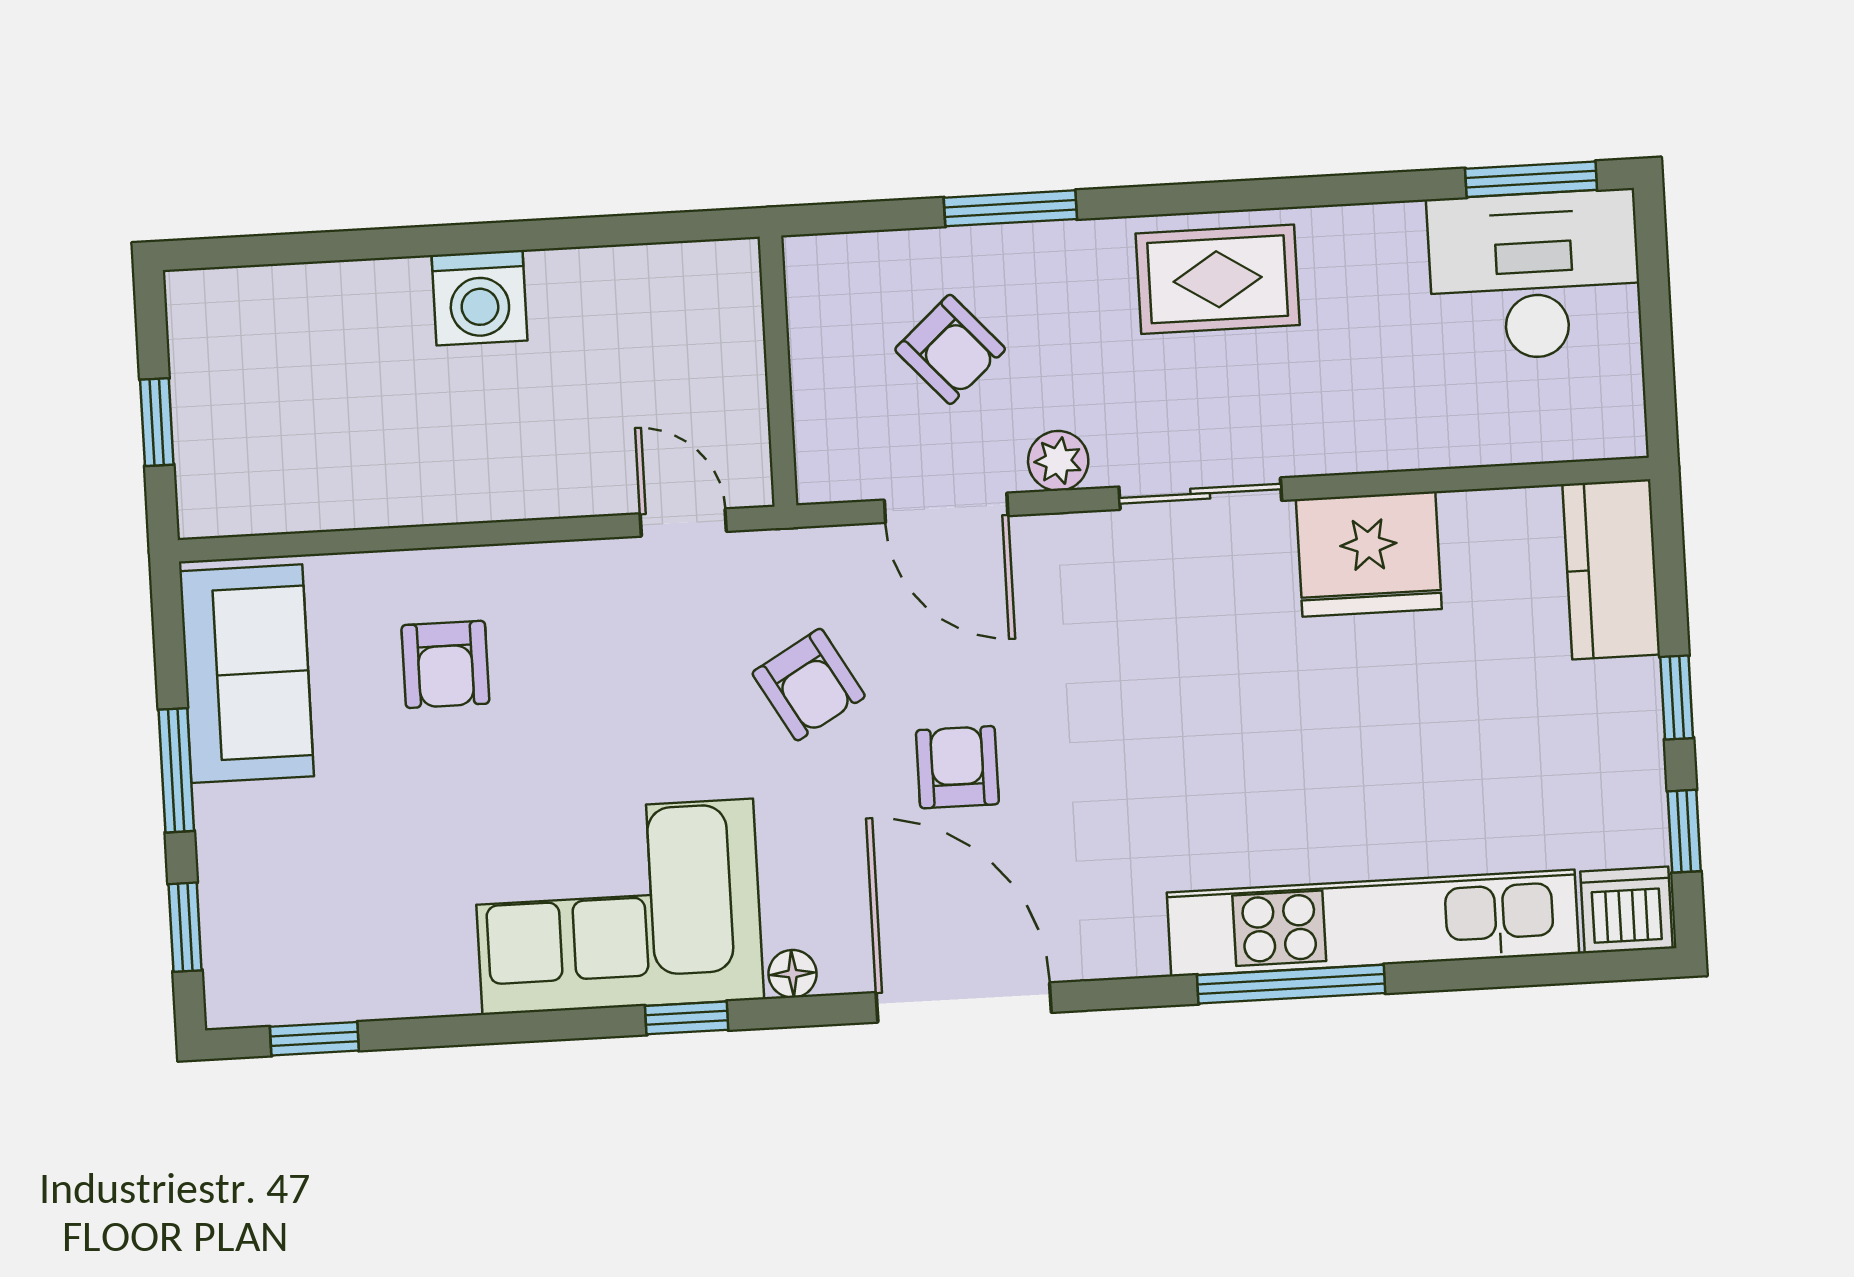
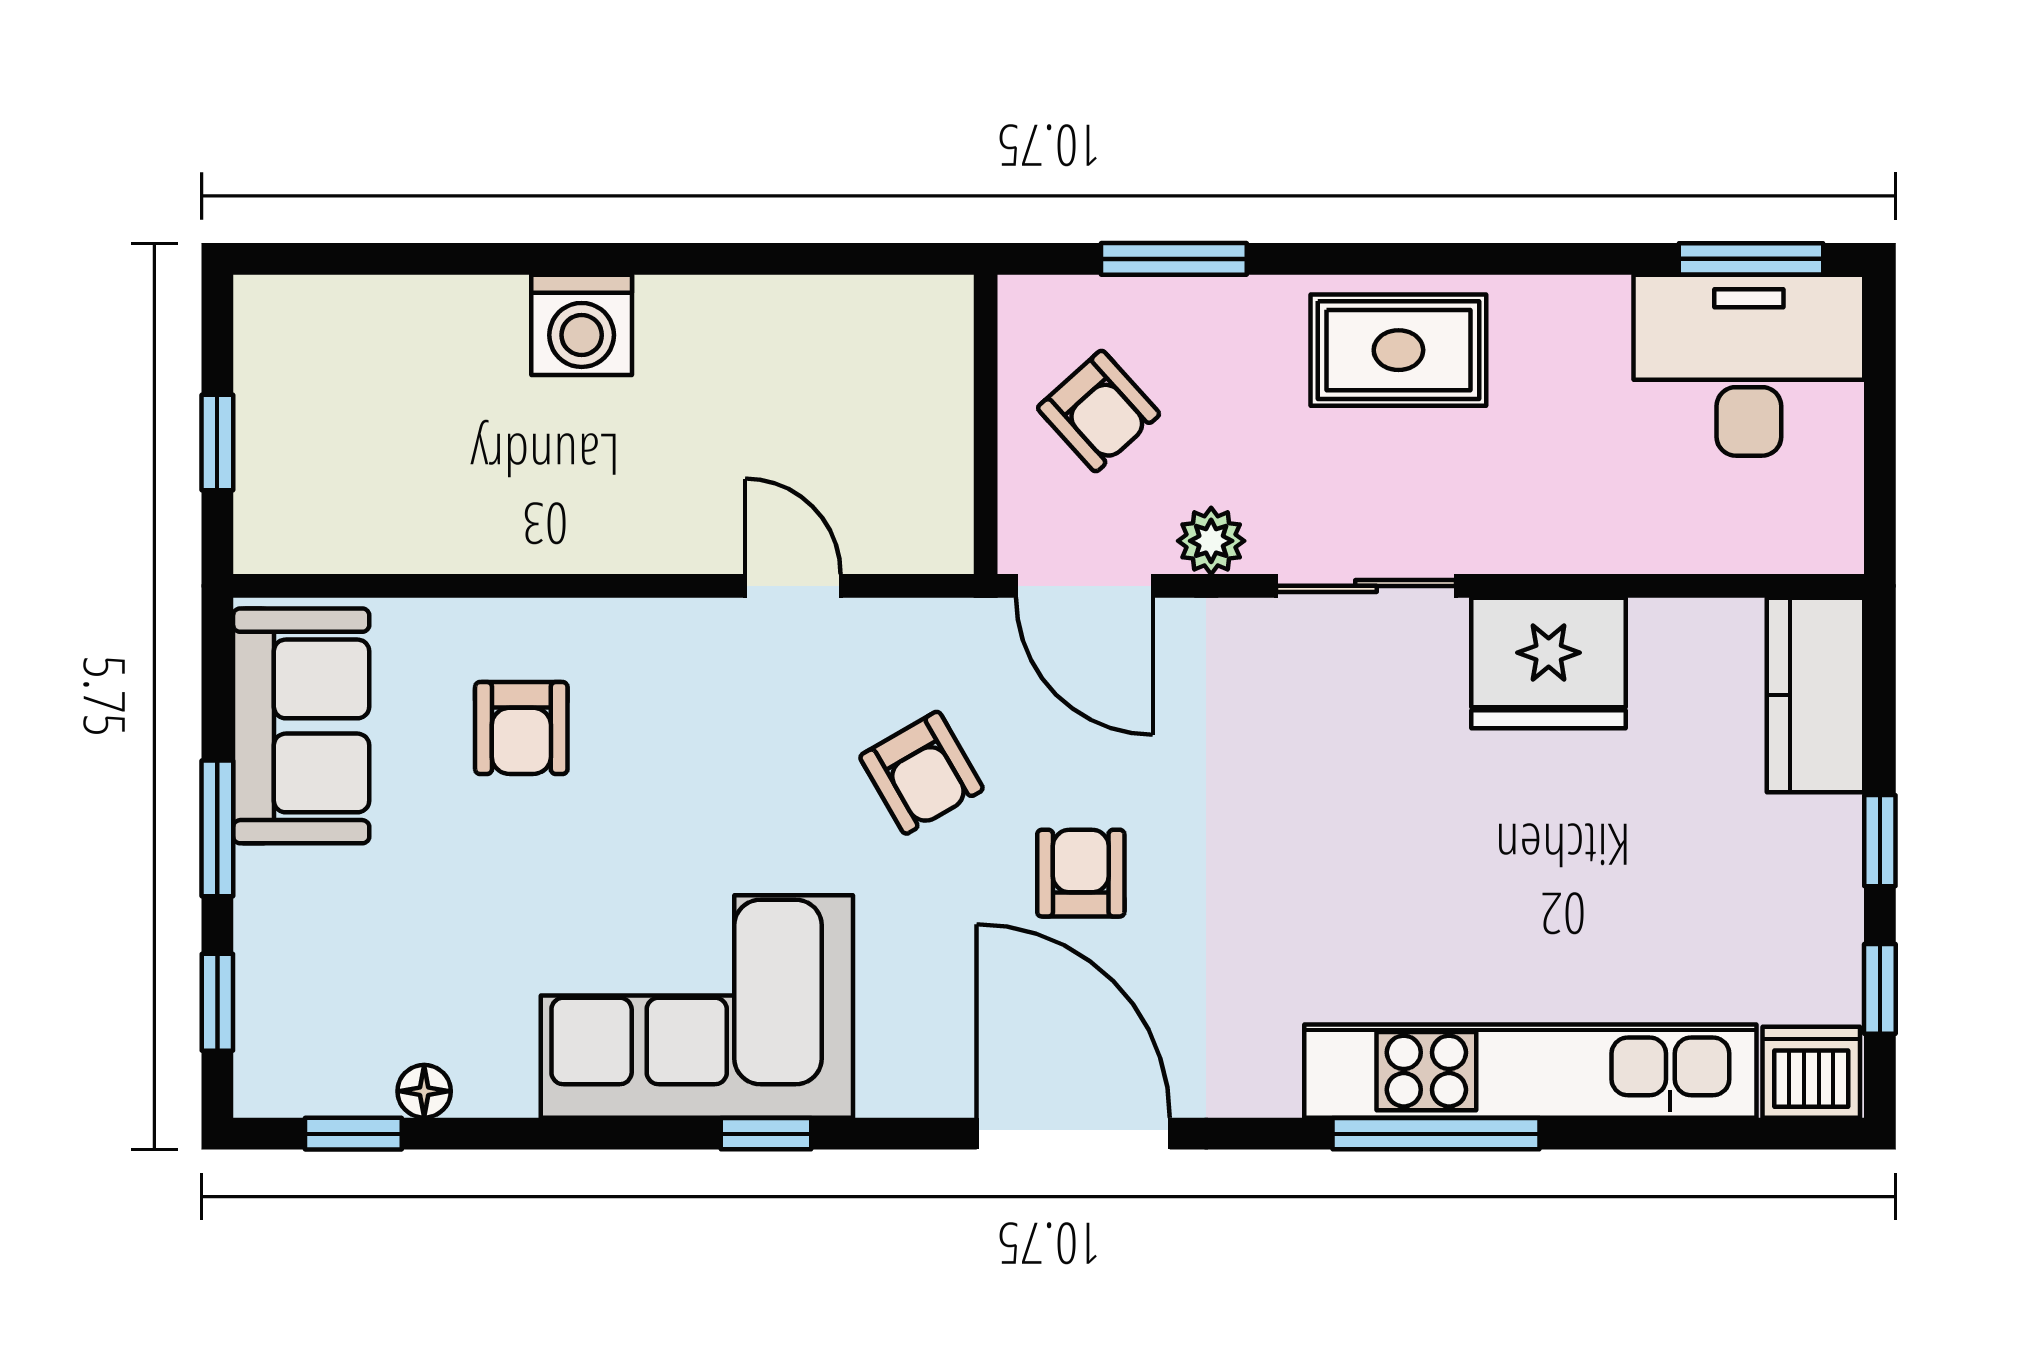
wall: (778, 371) -> (986, 424), moved
floor lamp: (793, 974) -> (424, 1091), moved

